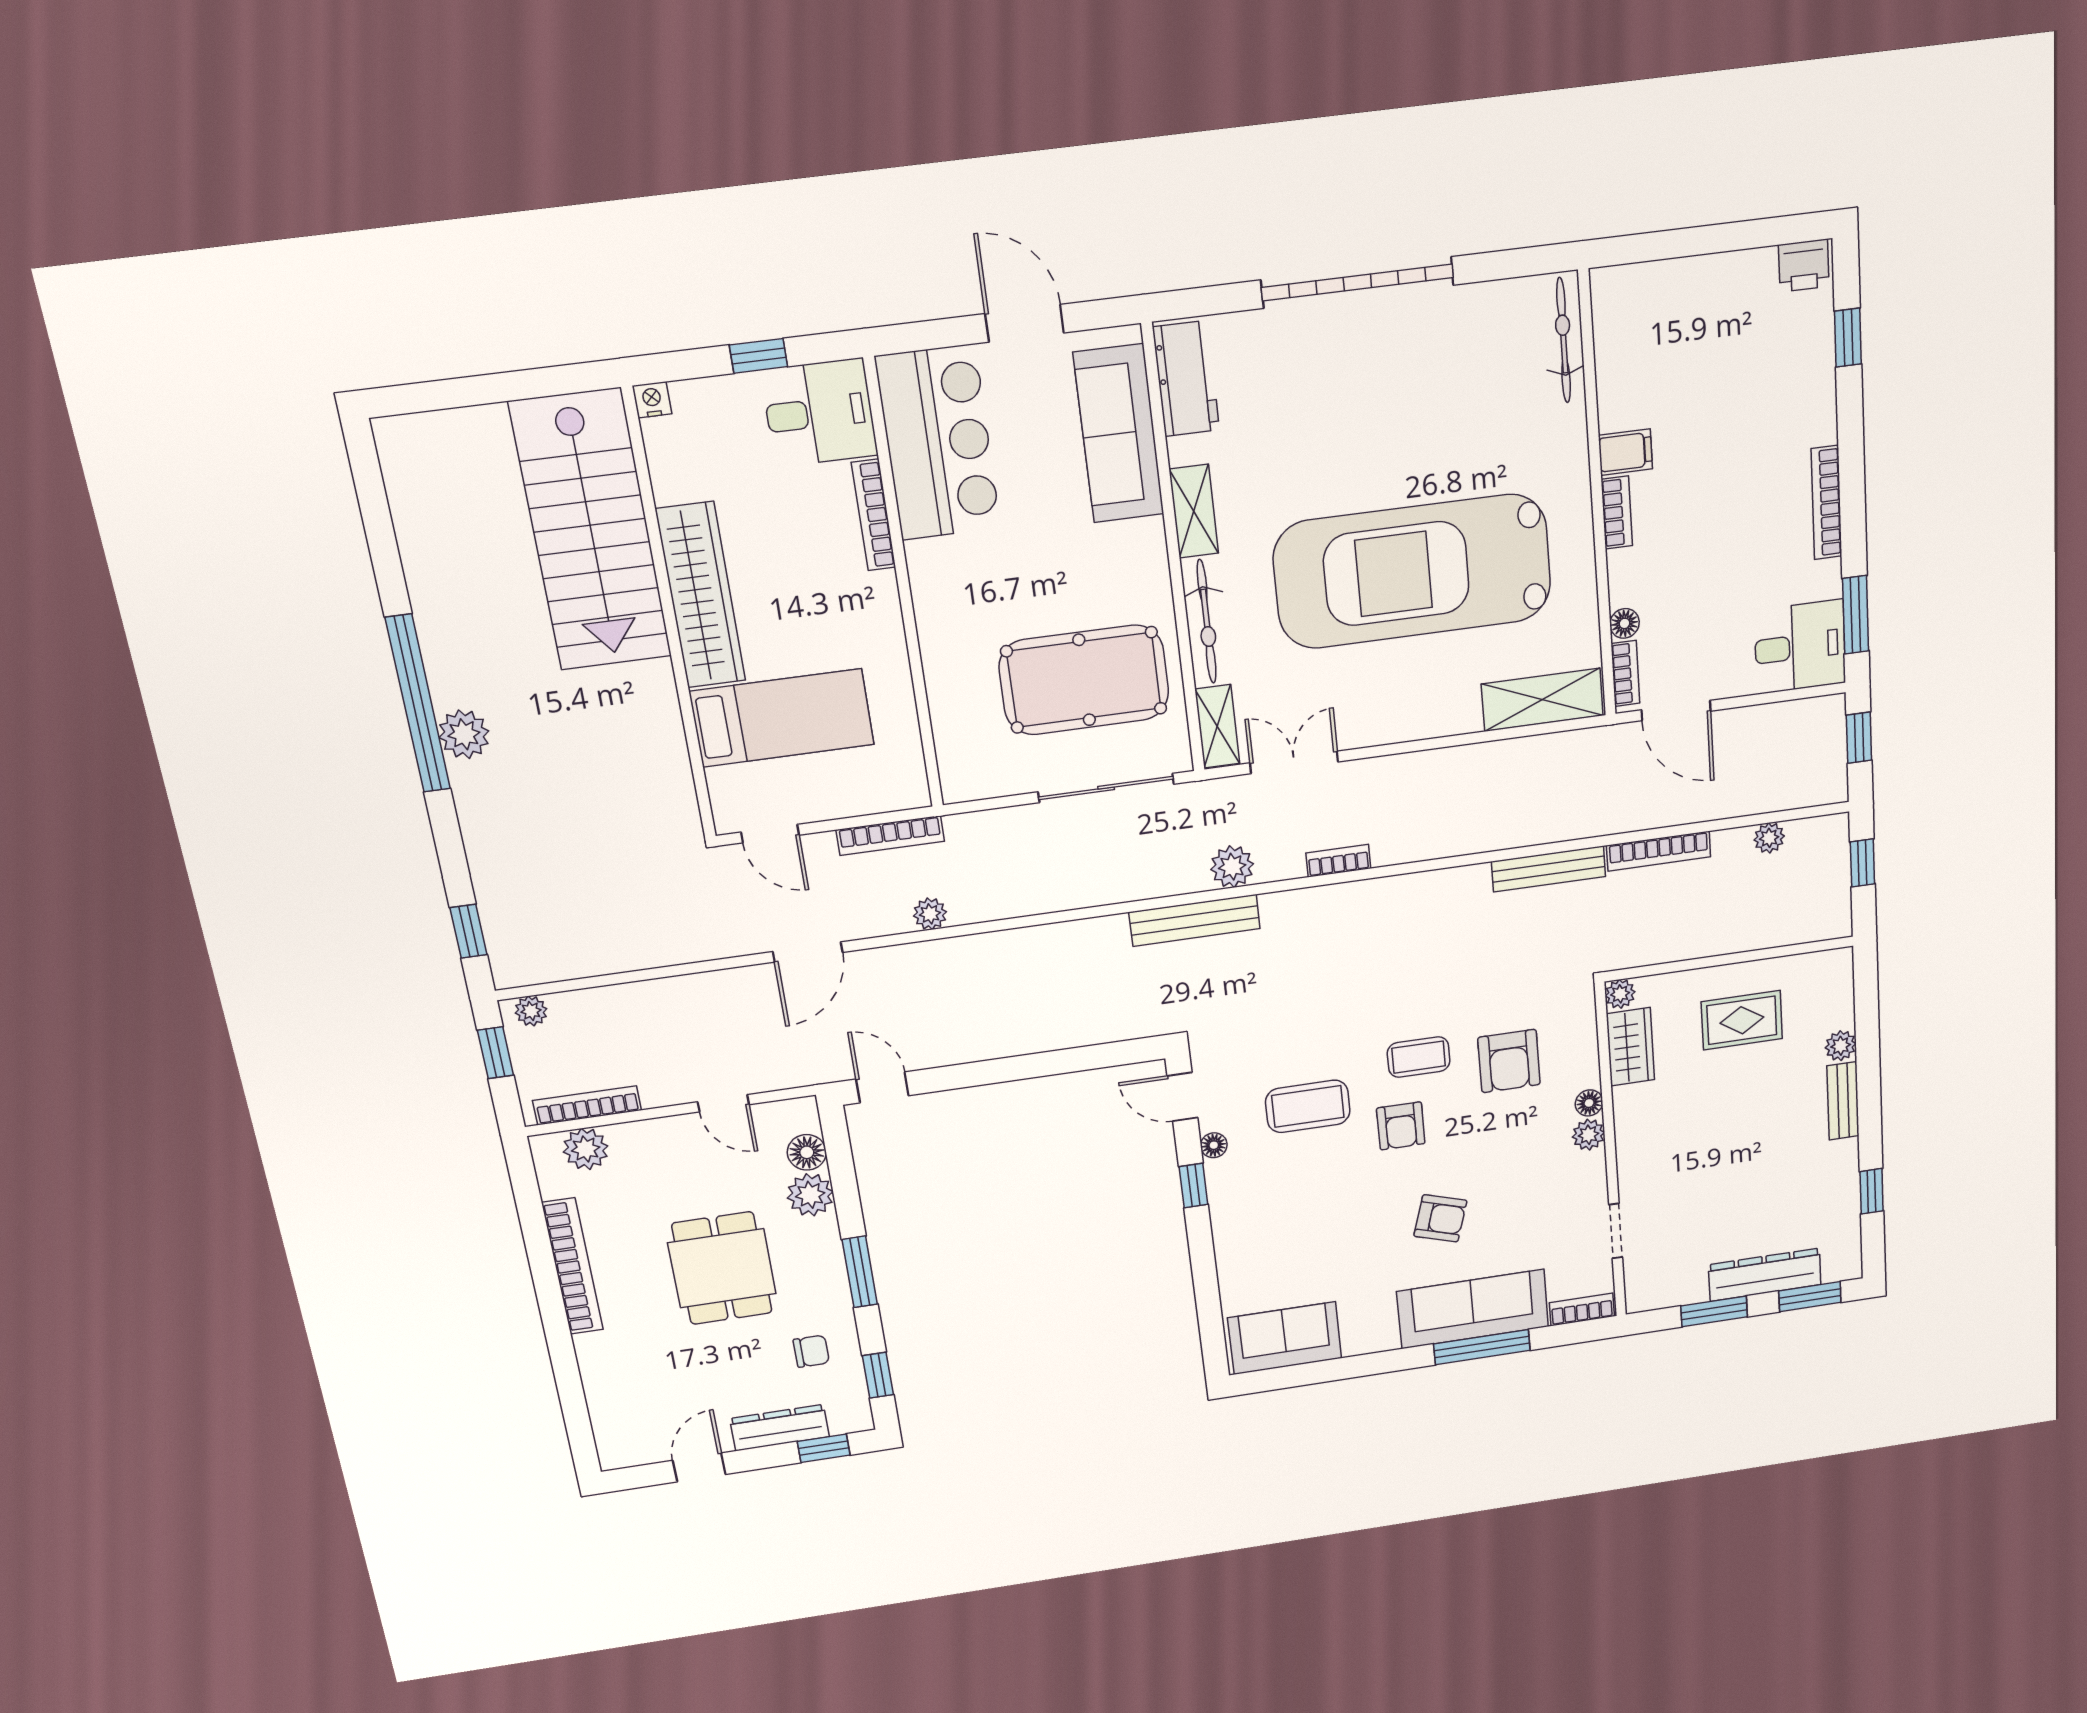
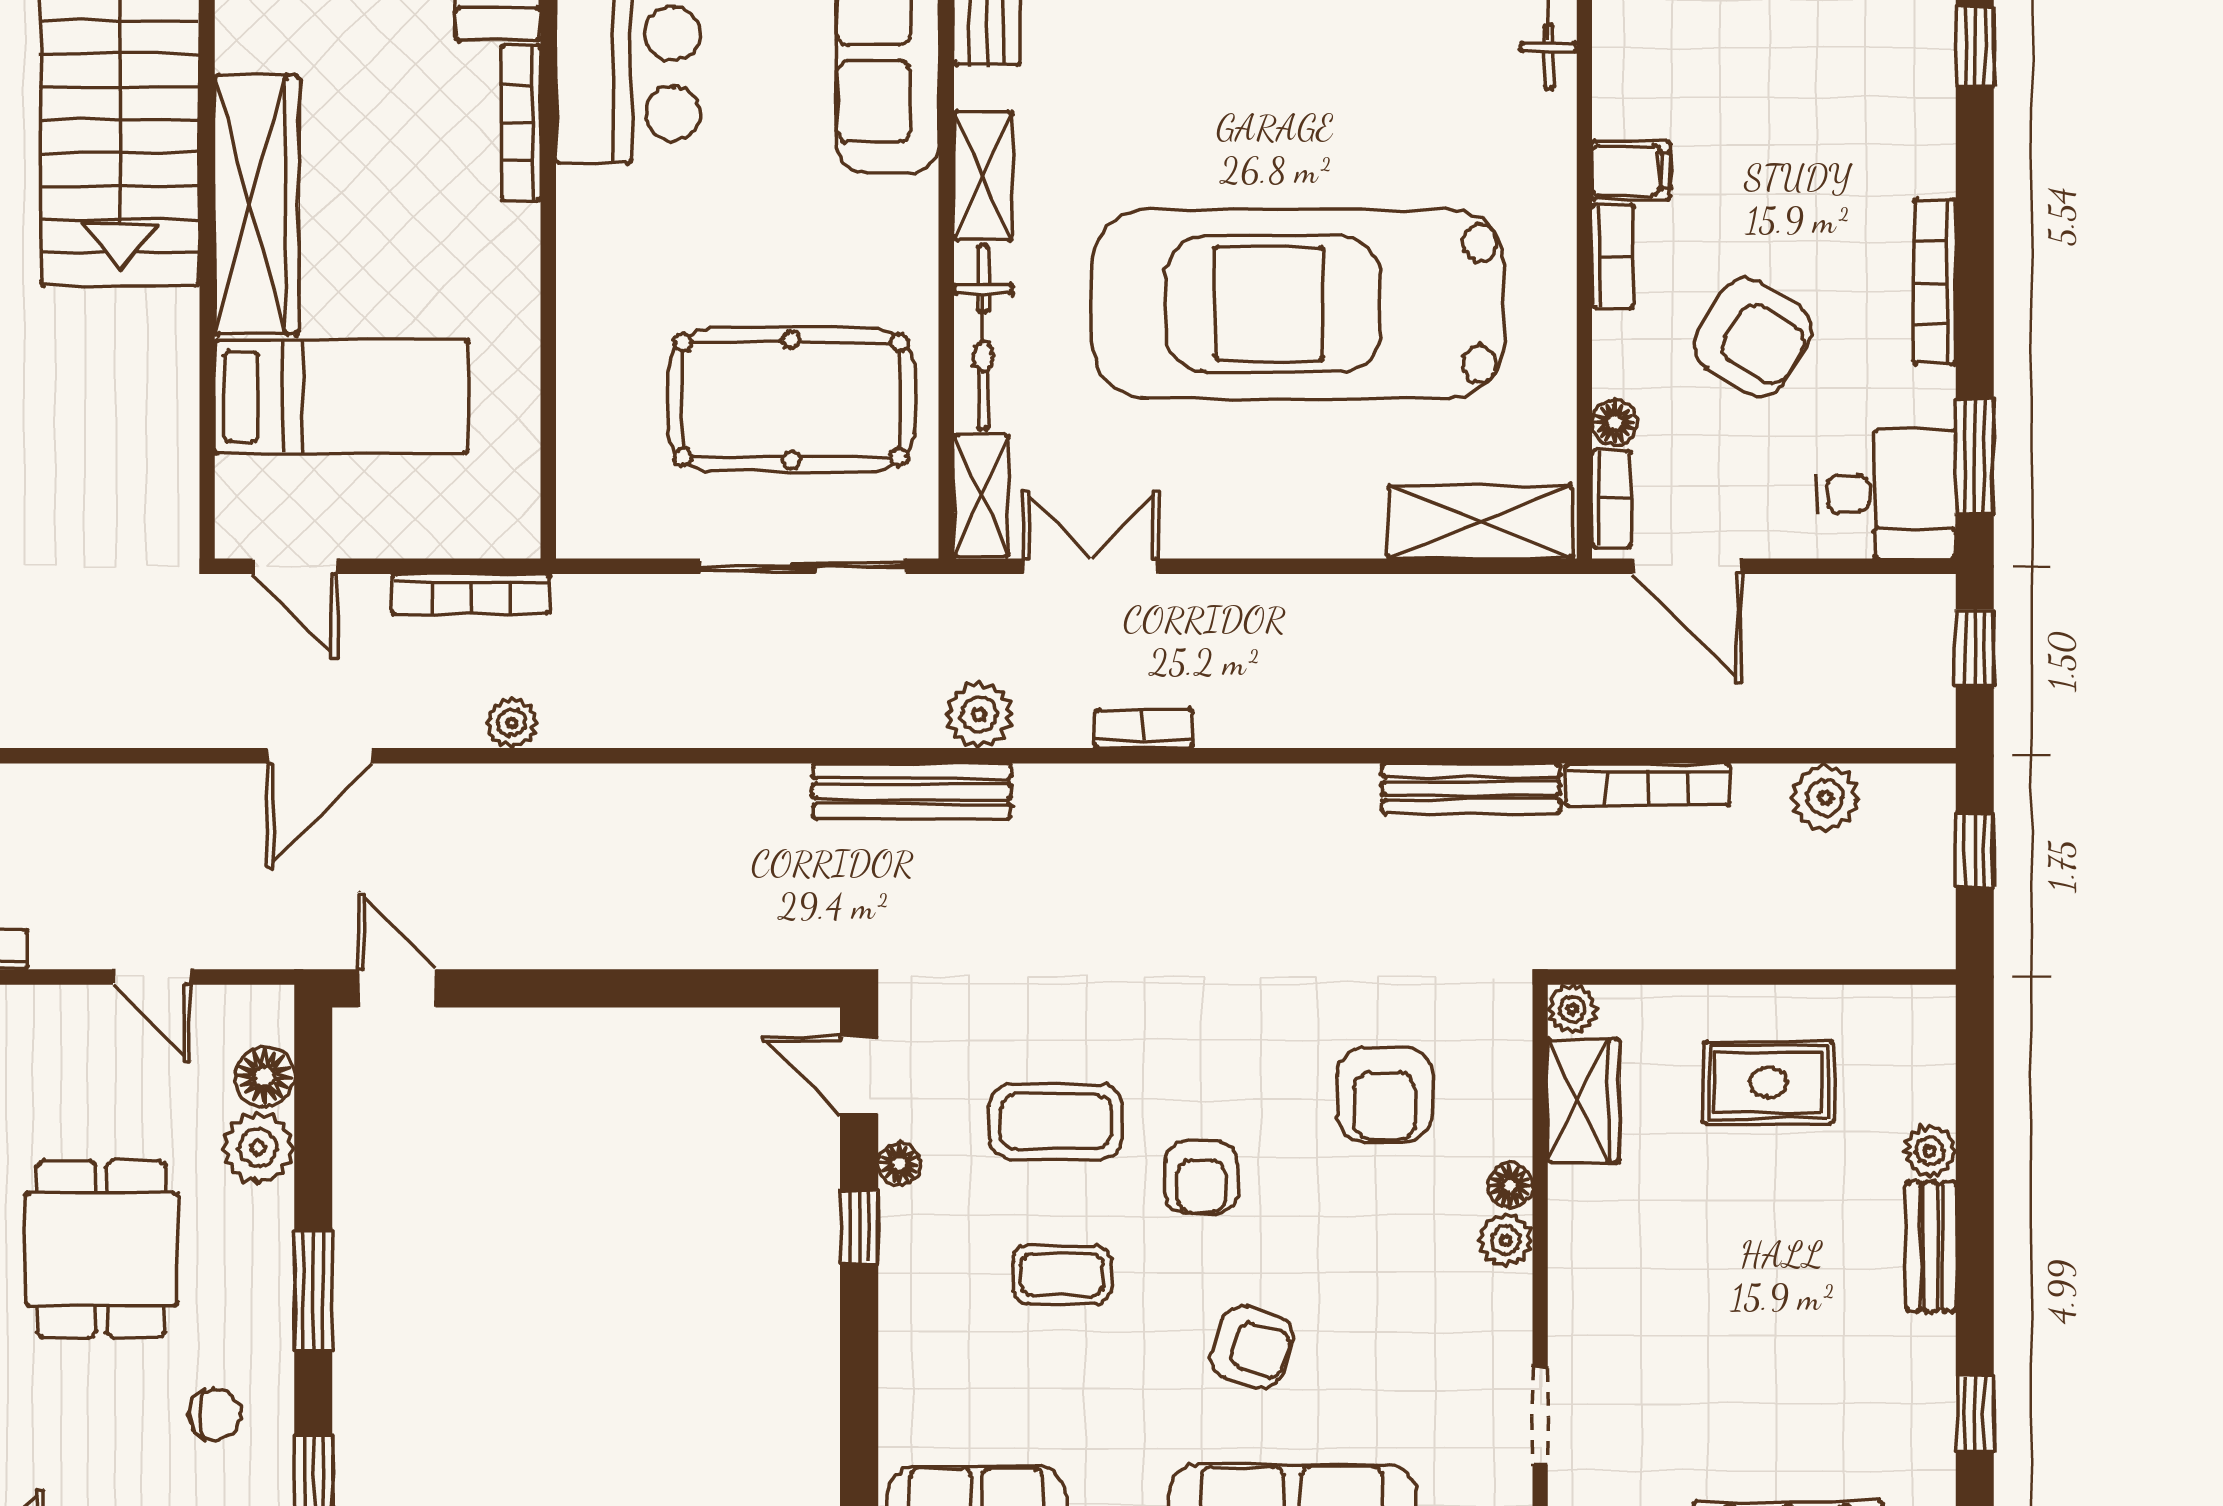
armchair: (1711, 555) -> (1753, 338), added
plant: (1769, 838) -> (1825, 797), width x1.38, depth x1.38
coffee table: (1419, 1057) -> (1062, 1275), moved

